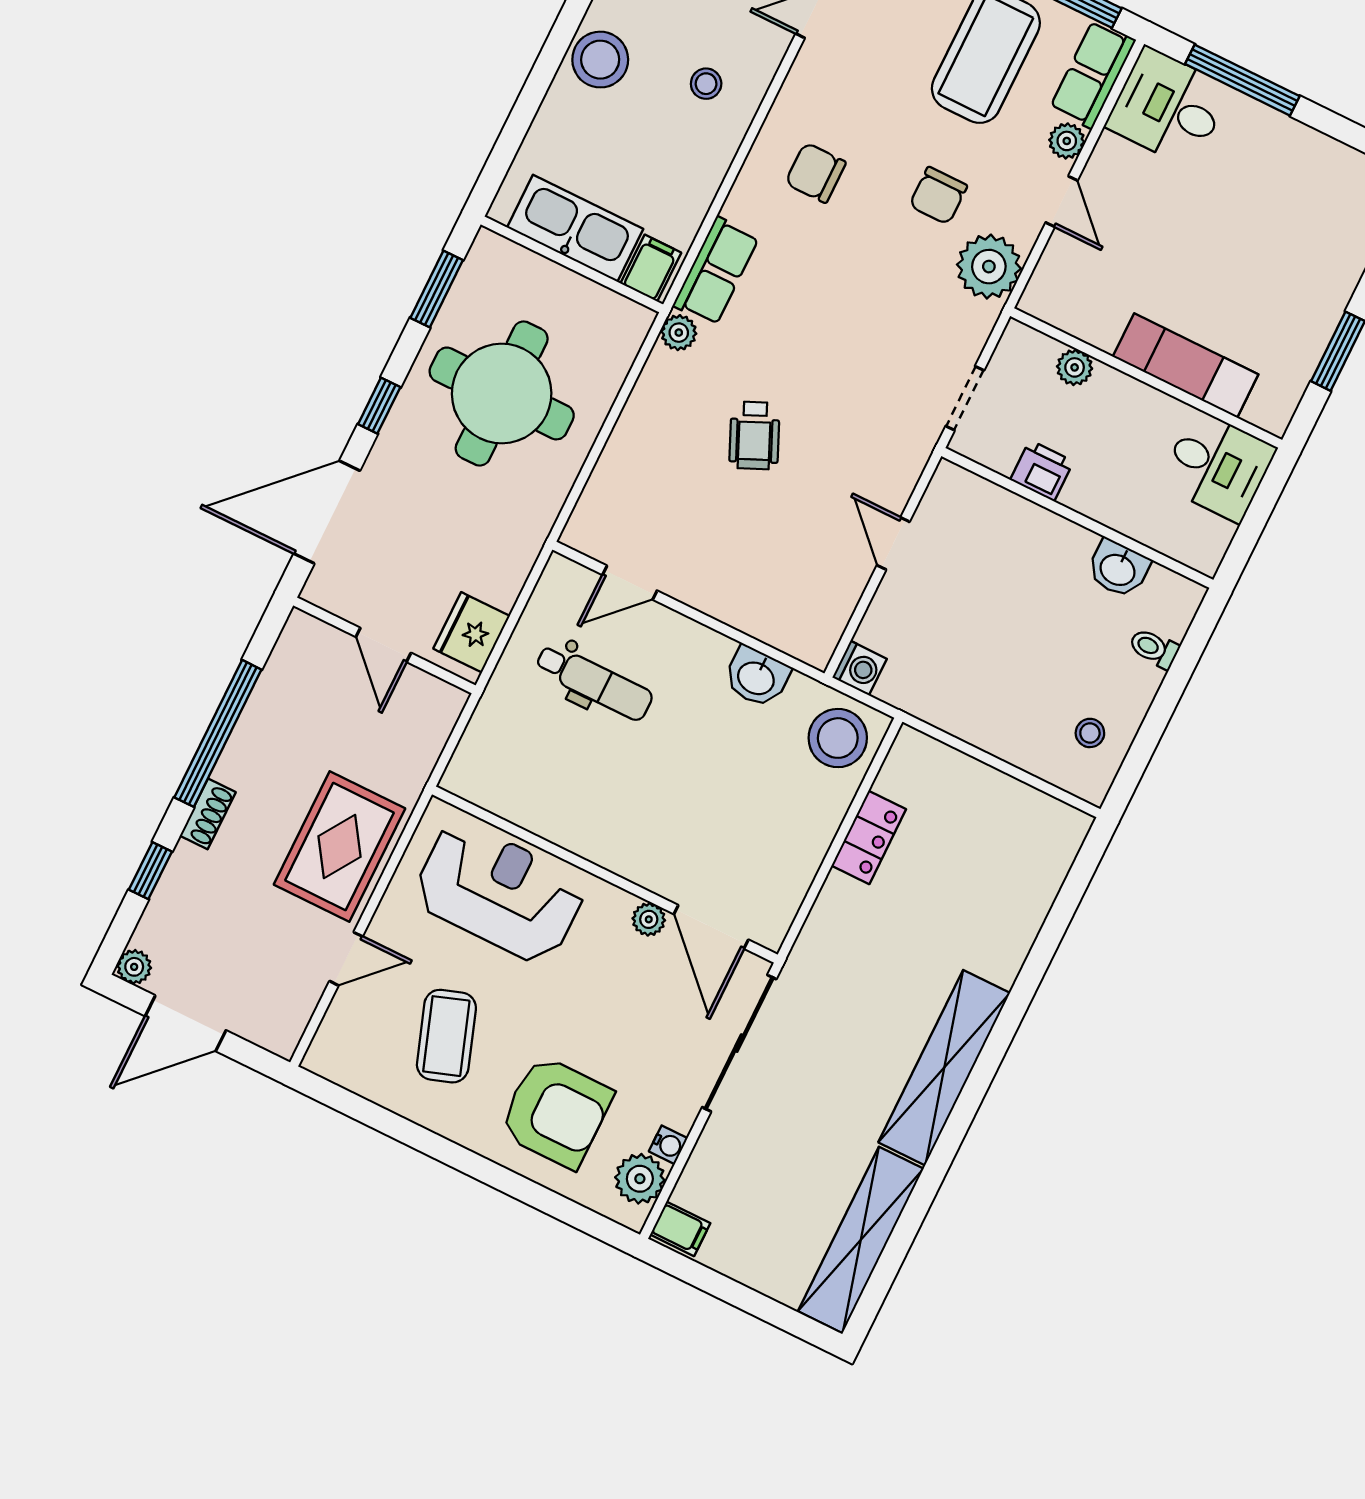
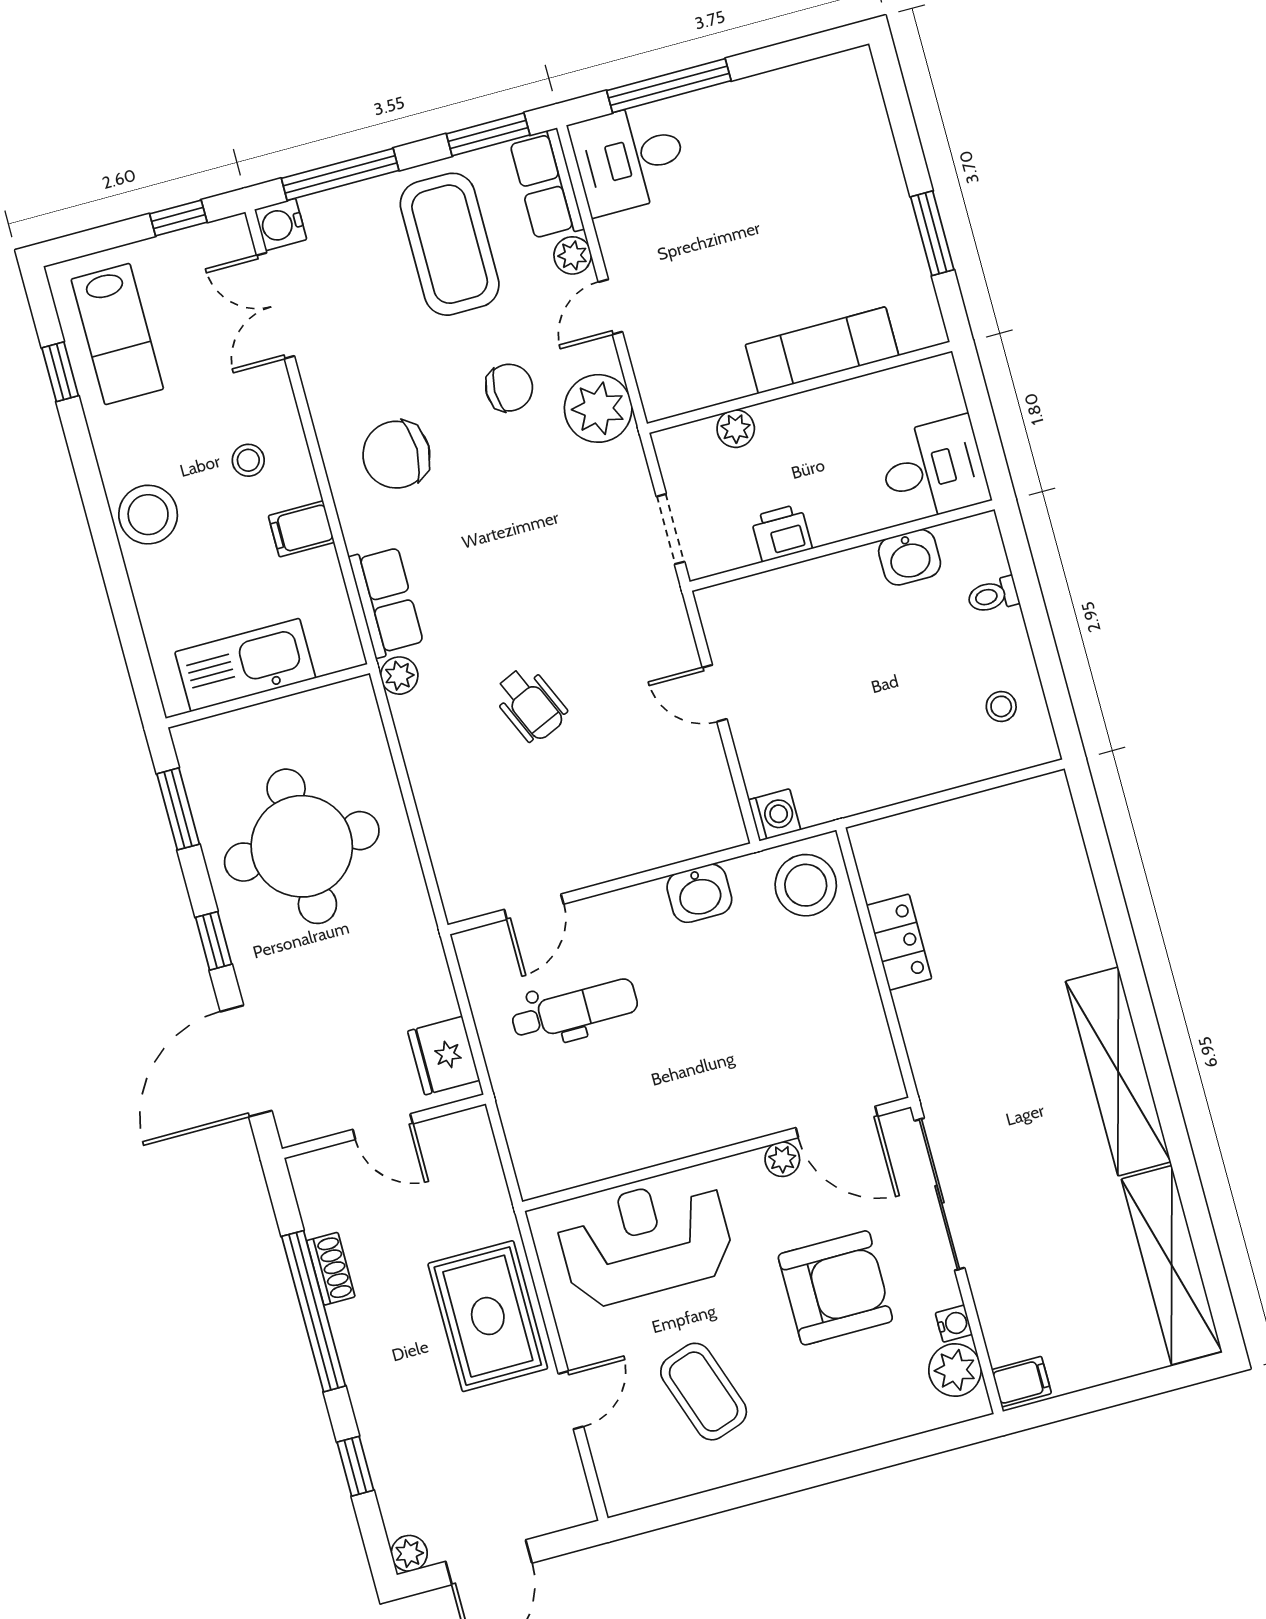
chair: (816, 173) -> (396, 455), width x1.37, depth x1.37
chair: (938, 196) -> (509, 388), turned -90
door: (1062, 202) -> (610, 307), swing flipped
filing cabinet: (651, 268) -> (301, 529), moved, turned -90
desk: (1218, 466) -> (934, 469), moved
shoe rack: (208, 814) -> (331, 1269), moved
armchair: (556, 1112) -> (835, 1288), moved

